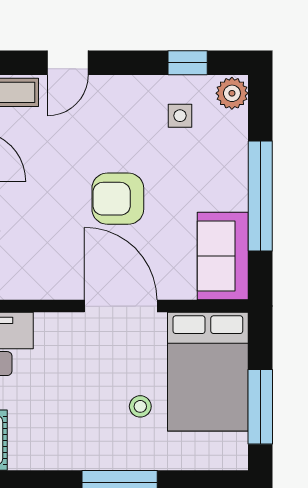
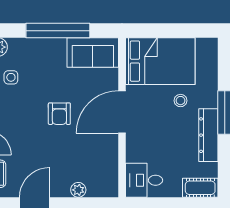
armchair: (118, 199) -> (59, 114), width x0.72, depth x0.72
window: (260, 407) -> (181, 31), removed
dresser: (81, 454) -> (208, 135), added

